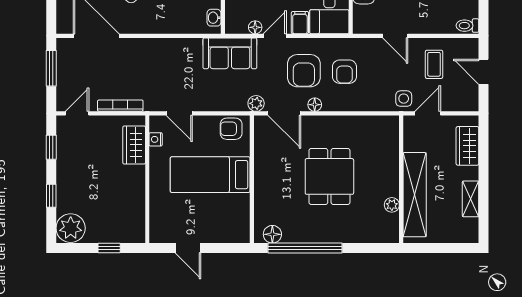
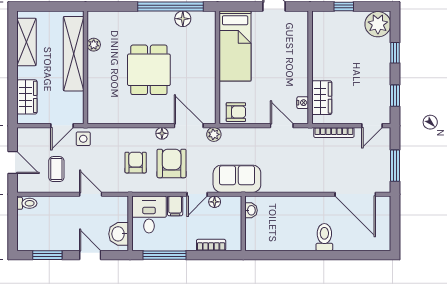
bed: (210, 175) -> (235, 46), moved, turned 90
shelving: (471, 199) -> (26, 42), width x1.50, depth x1.33
floor lamp: (272, 234) -> (183, 19), moved

